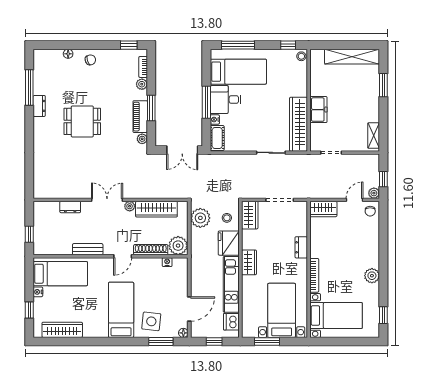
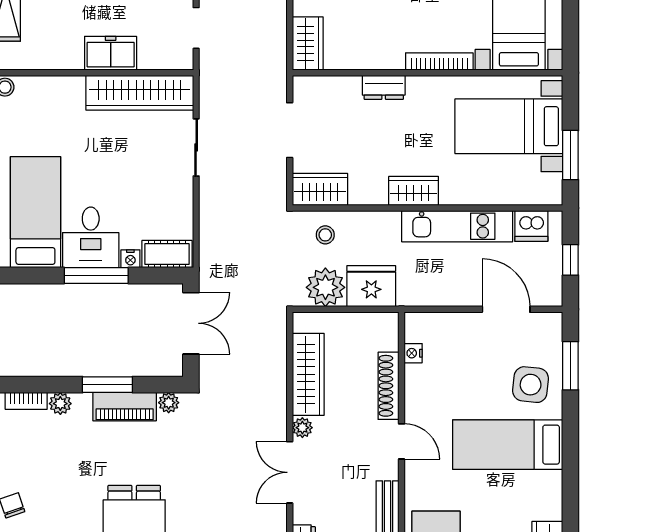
fridge: (229, 243) -> (371, 286), moved, turned 180
plant: (178, 246) -> (380, 331), removed
floor lamp: (183, 333) -> (553, 321), removed

